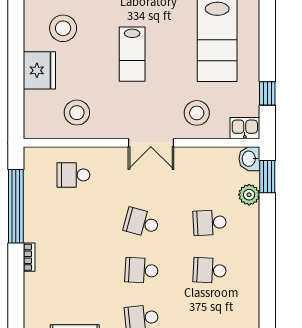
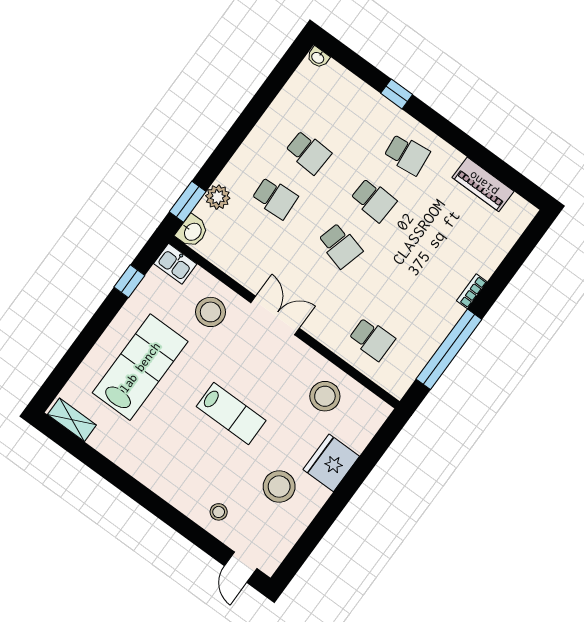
lab bench: (132, 54) -> (231, 413), turned 90

